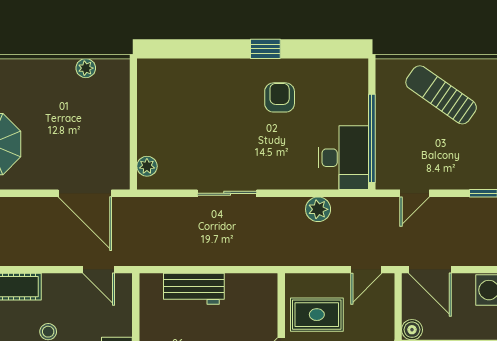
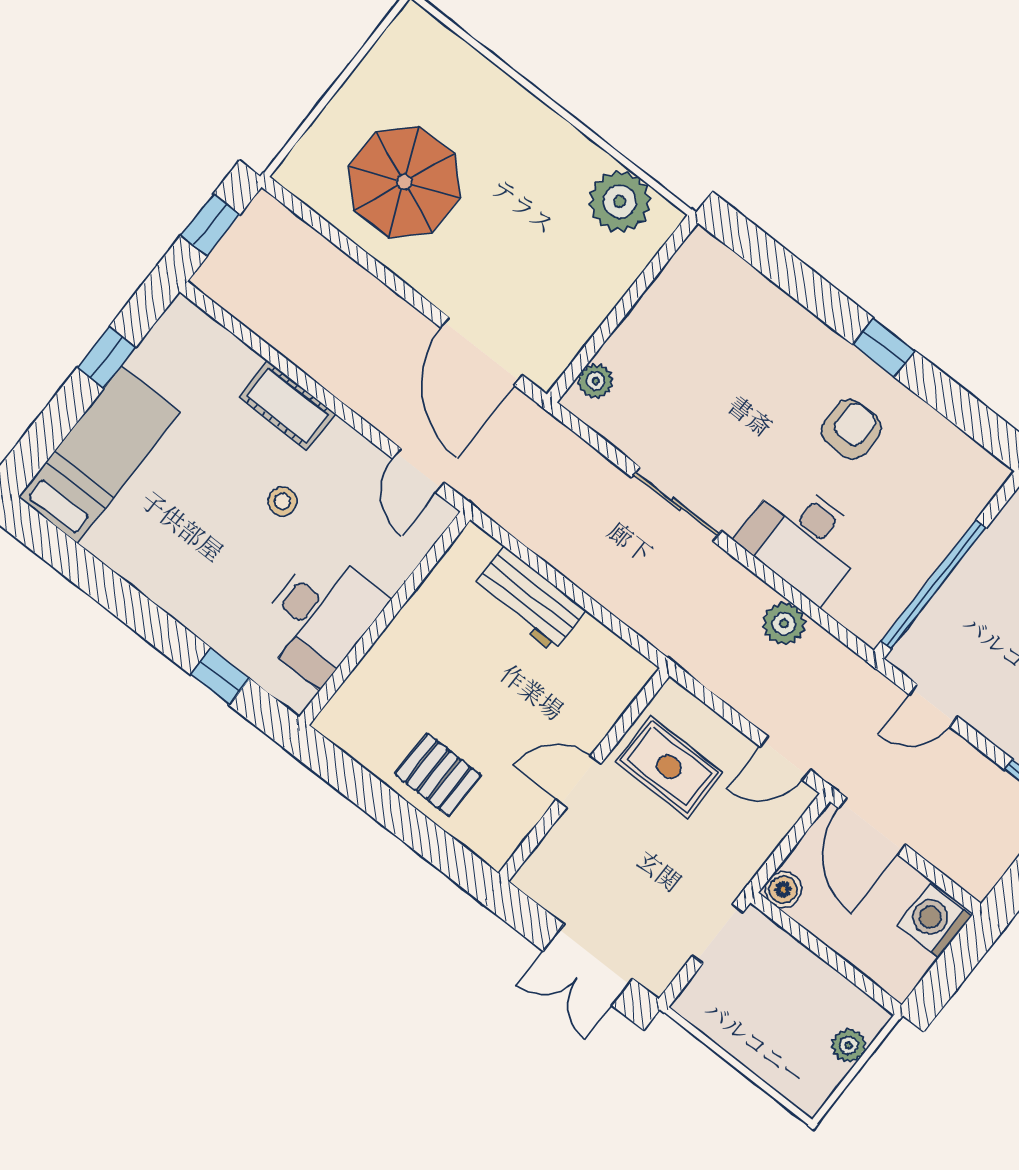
plant: (86, 68) -> (620, 202), width x1.87, depth x1.87
desk: (343, 158) -> (803, 540), moved, turned 90

